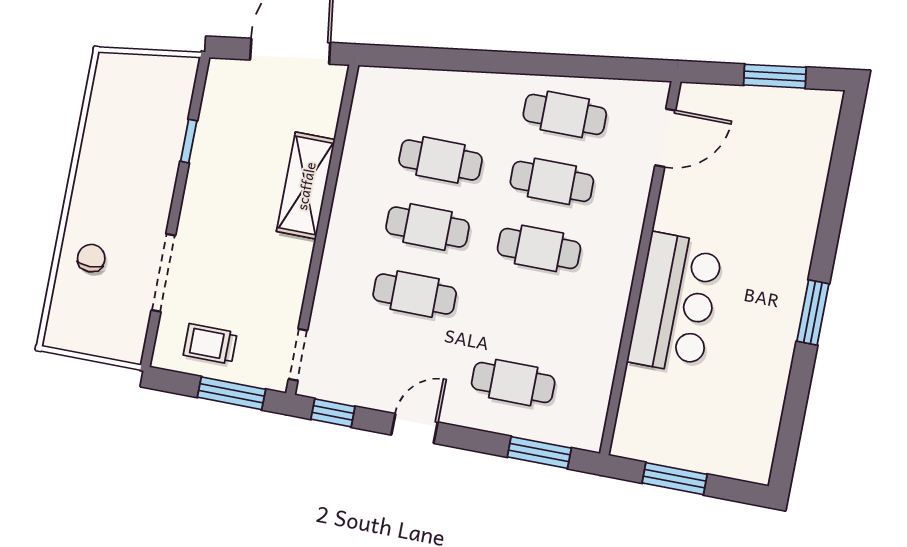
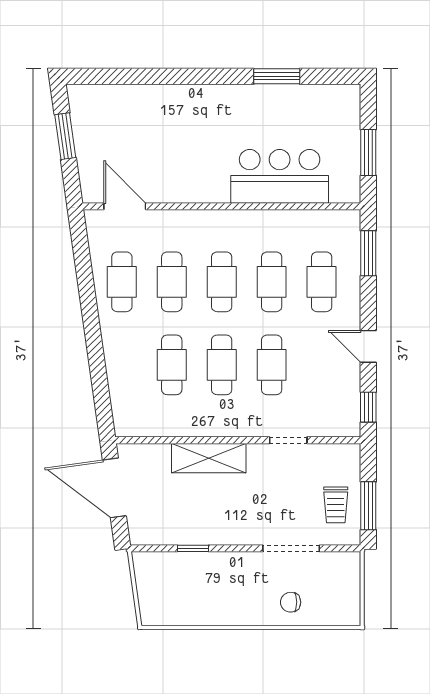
bar counter: (675, 303) -> (280, 176), moved
window: (813, 312) -> (277, 76), moved
cafe table: (526, 315) -> (272, 282), added
doorway: (298, 355) -> (288, 440), moved
window: (231, 393) -> (368, 506), moved

